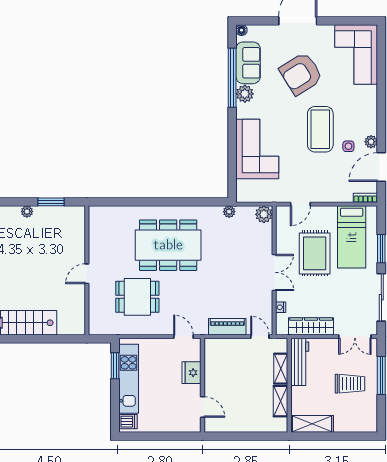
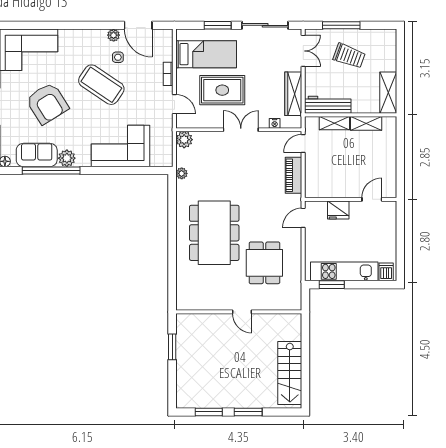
coffee table: (320, 129) -> (101, 85), turned 34
bookcase: (365, 198) -> (168, 74), moved
plant: (27, 212) -> (181, 370), removed
trolley: (350, 384) -> (349, 56), turned 110

